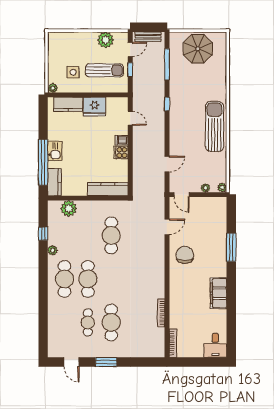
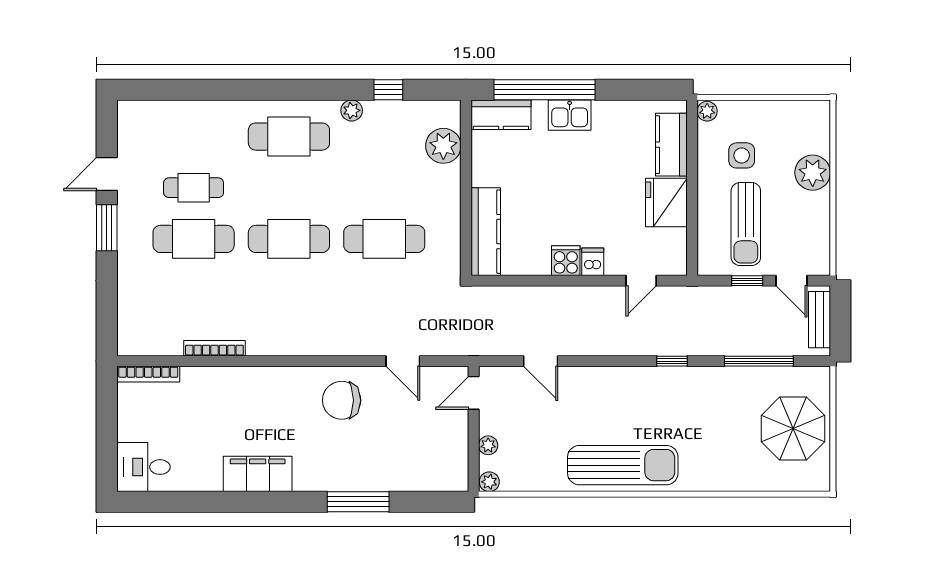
plant: (106, 40) -> (813, 173), moved
chair: (185, 255) -> (342, 400), turned 180
cafe table: (88, 279) -> (289, 239), moved
door: (71, 362) -> (107, 174), moved

